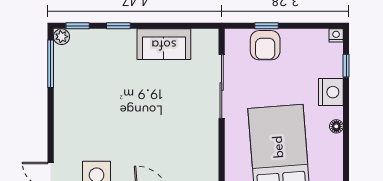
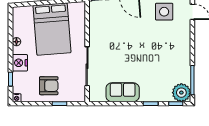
plant: (62, 37) -> (181, 93), width x1.87, depth x1.87
armchair: (265, 45) -> (49, 86), moved, turned 90

